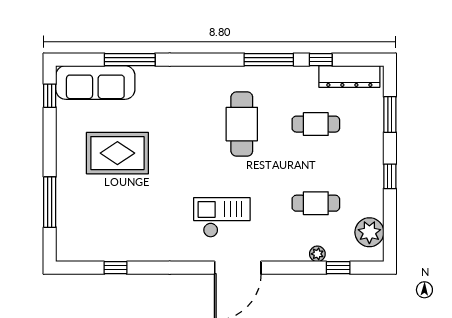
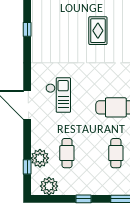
rug: (117, 153) -> (98, 31), width x0.73, depth x0.70
plant: (317, 254) -> (40, 158), width x1.87, depth x1.87

